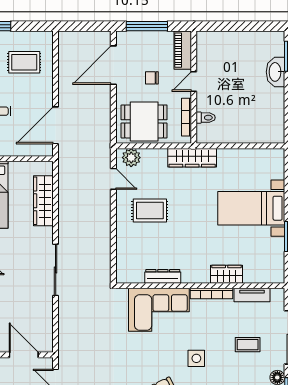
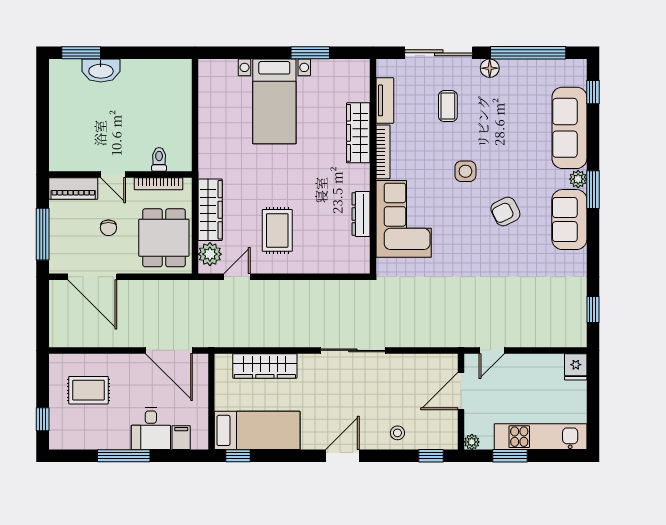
rug: (24, 62) -> (89, 390), turned 90
wardrobe: (192, 158) -> (210, 210), moved
wardrobe: (227, 274) -> (358, 133), width x1.50

